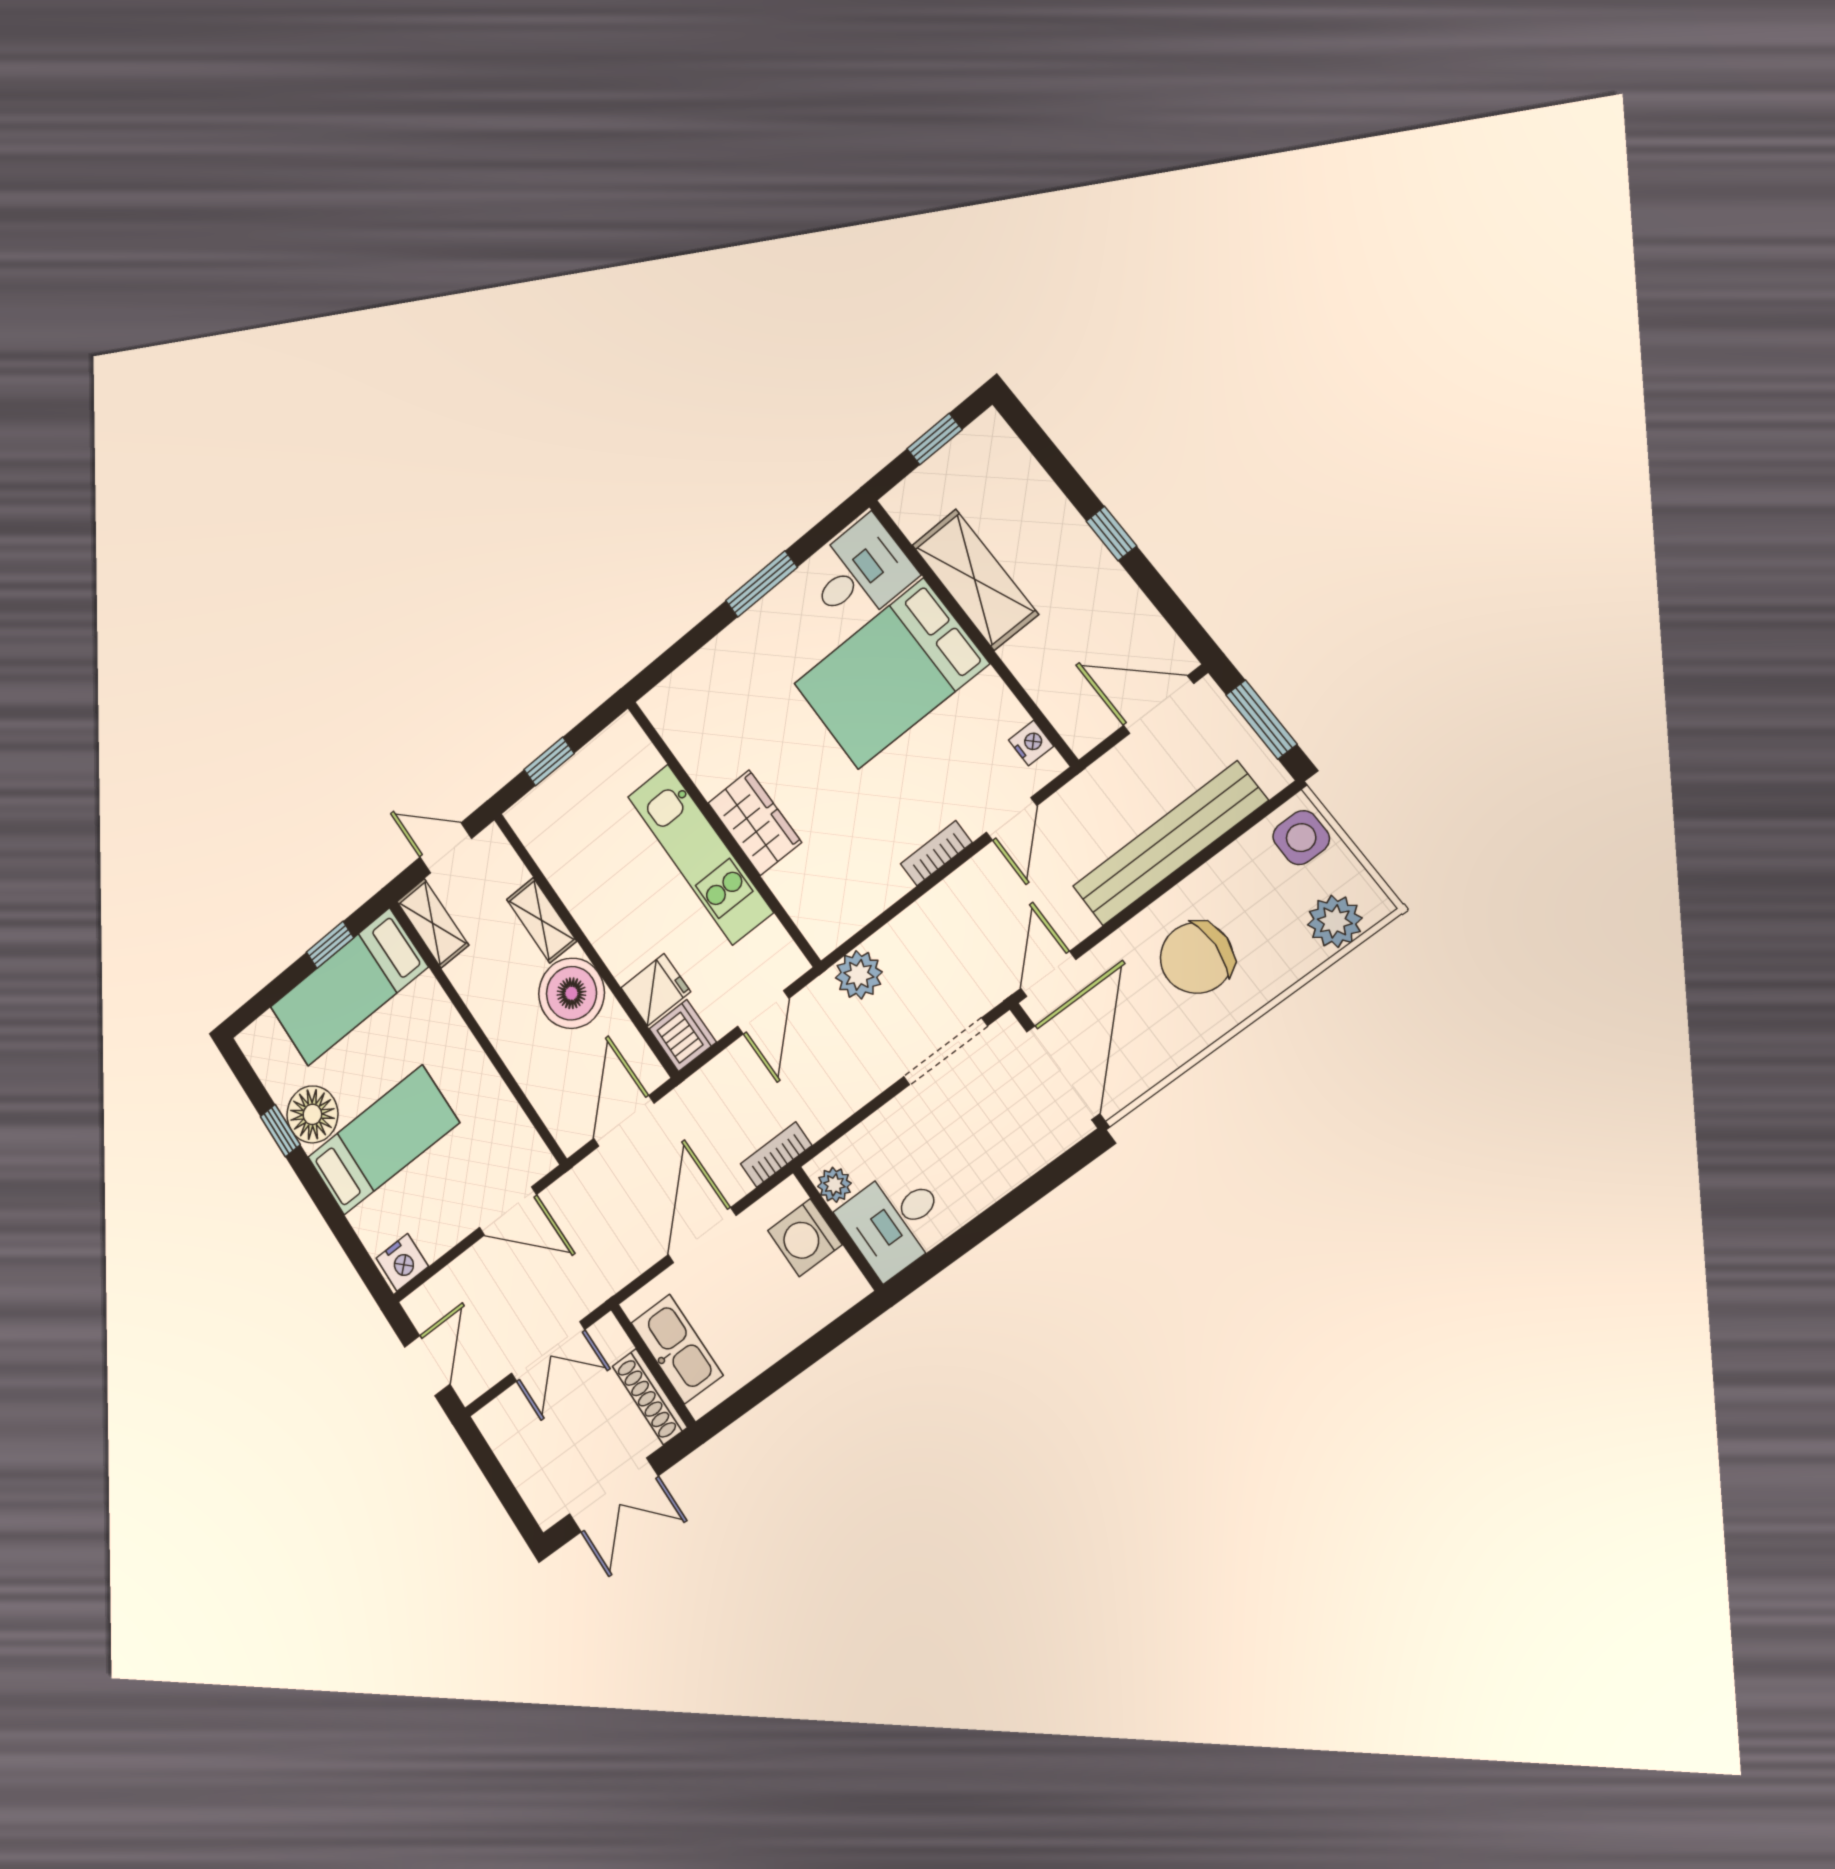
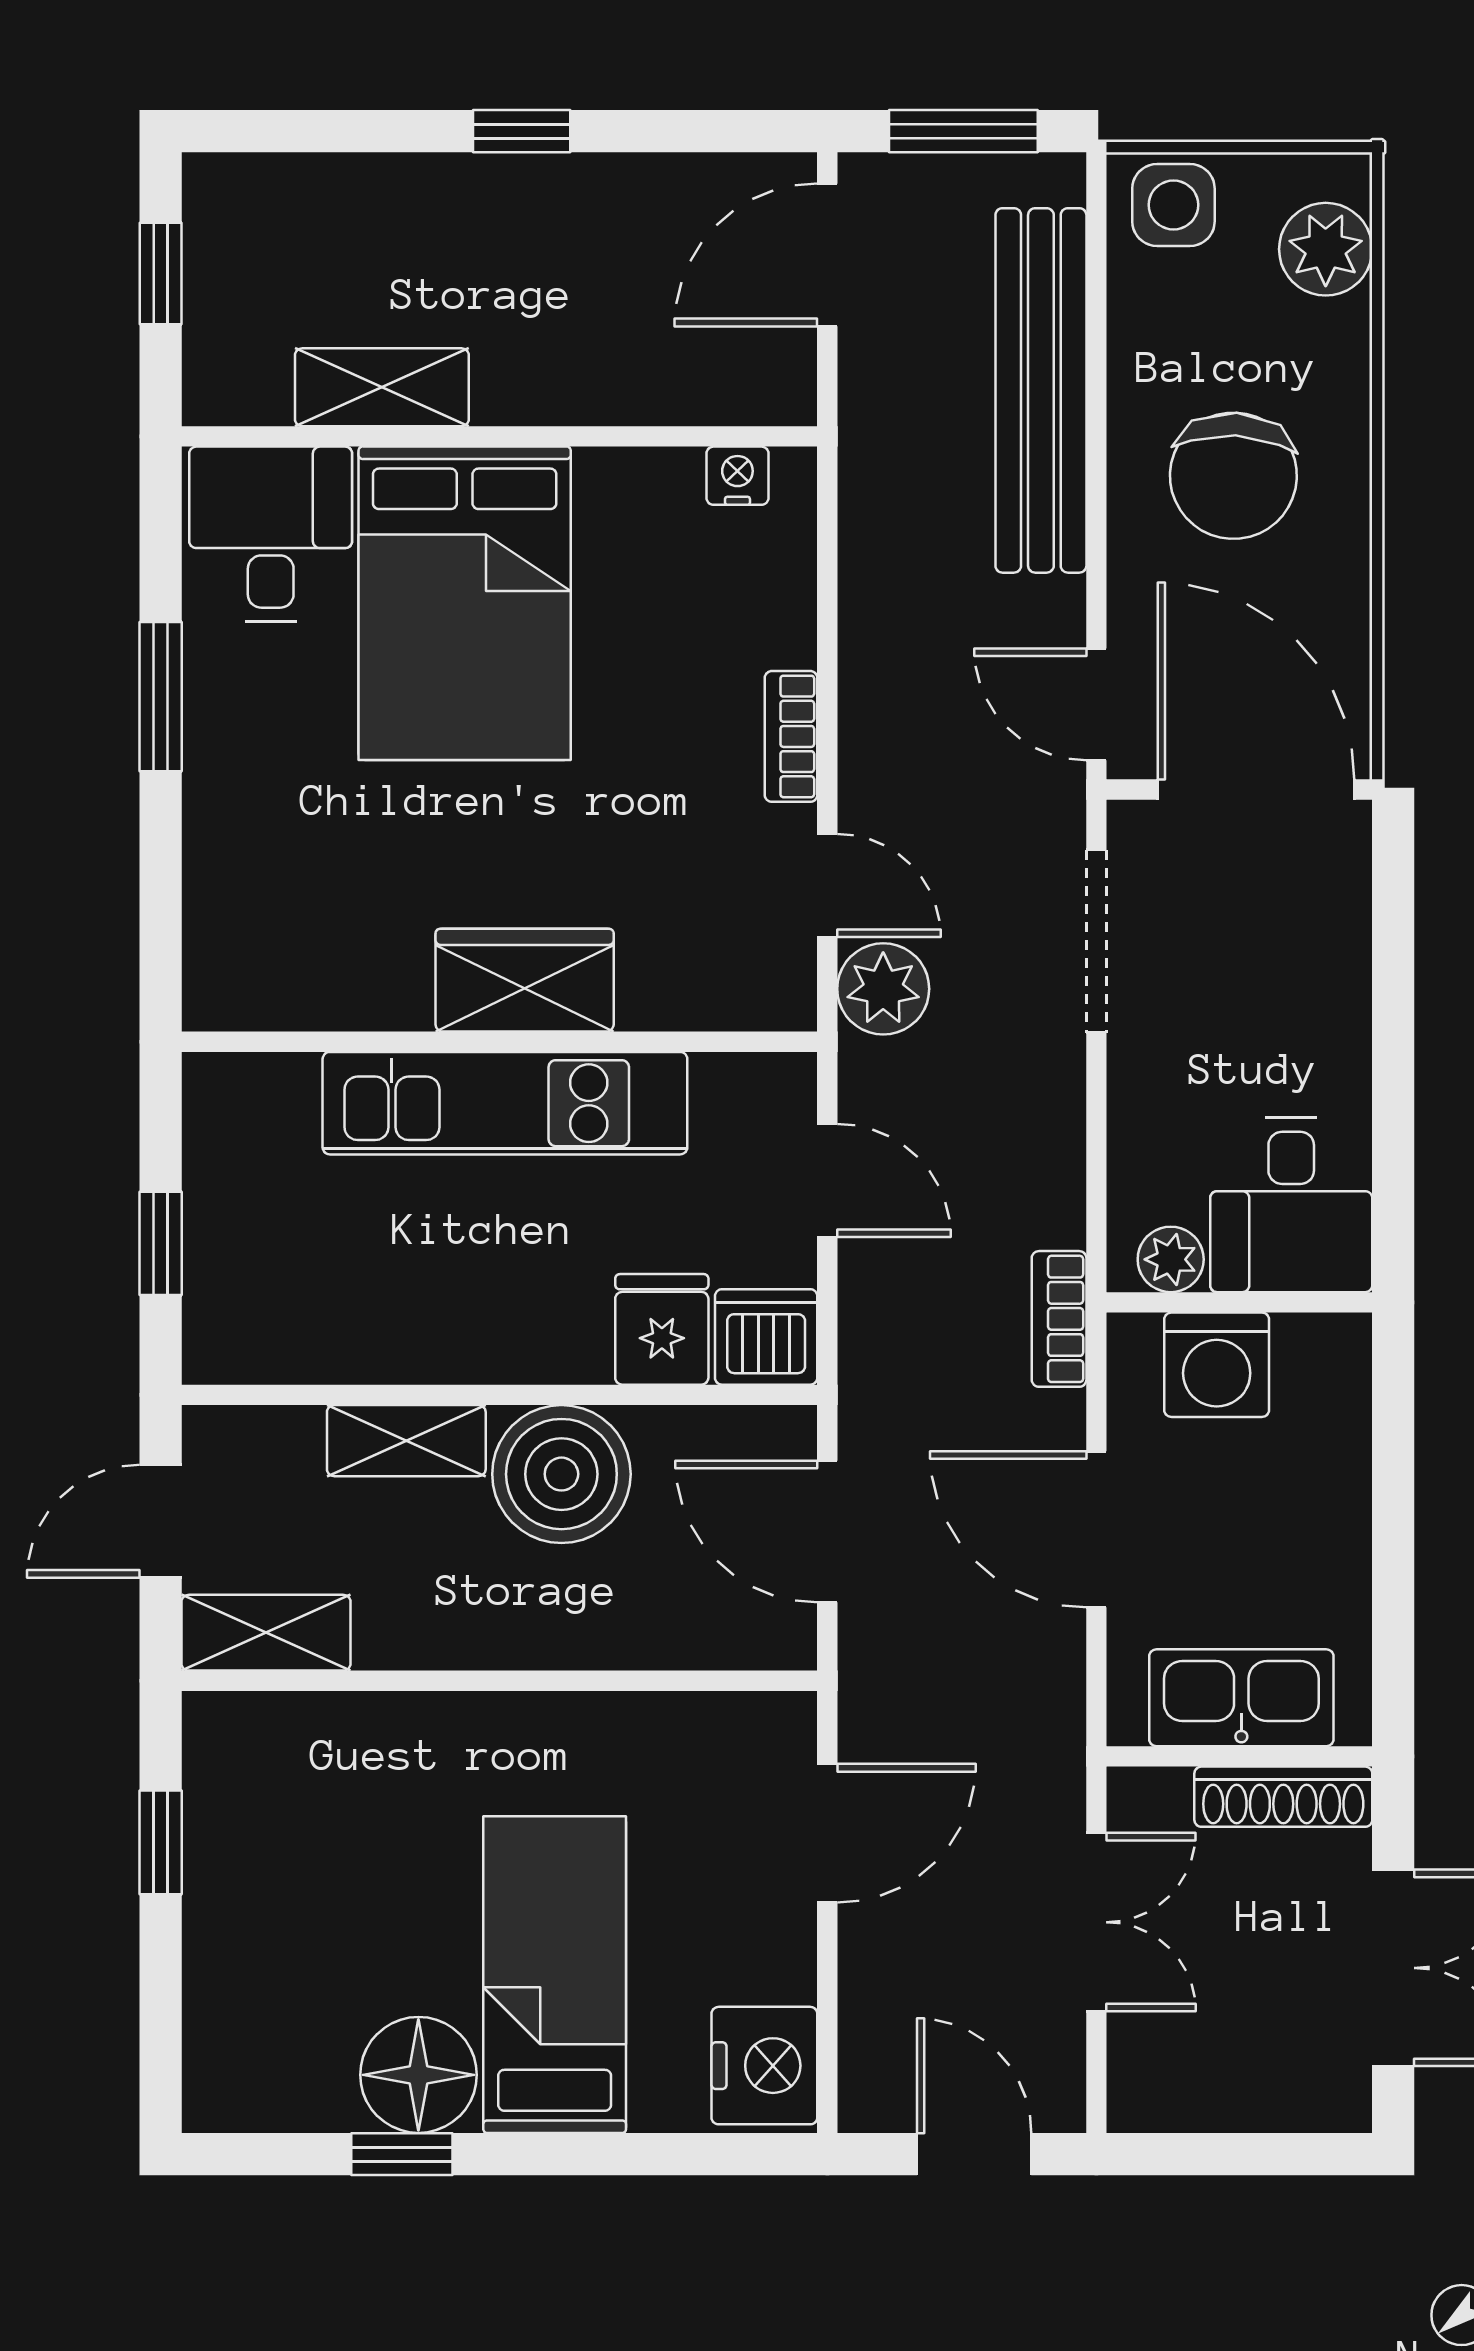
shelving: (975, 579) -> (382, 387), width x0.67, depth x0.75
door: (1012, 819) -> (827, 885), moved
bed: (349, 987) -> (257, 1858), removed
nightstand: (402, 1262) -> (764, 2066), width x1.36, depth x1.33

